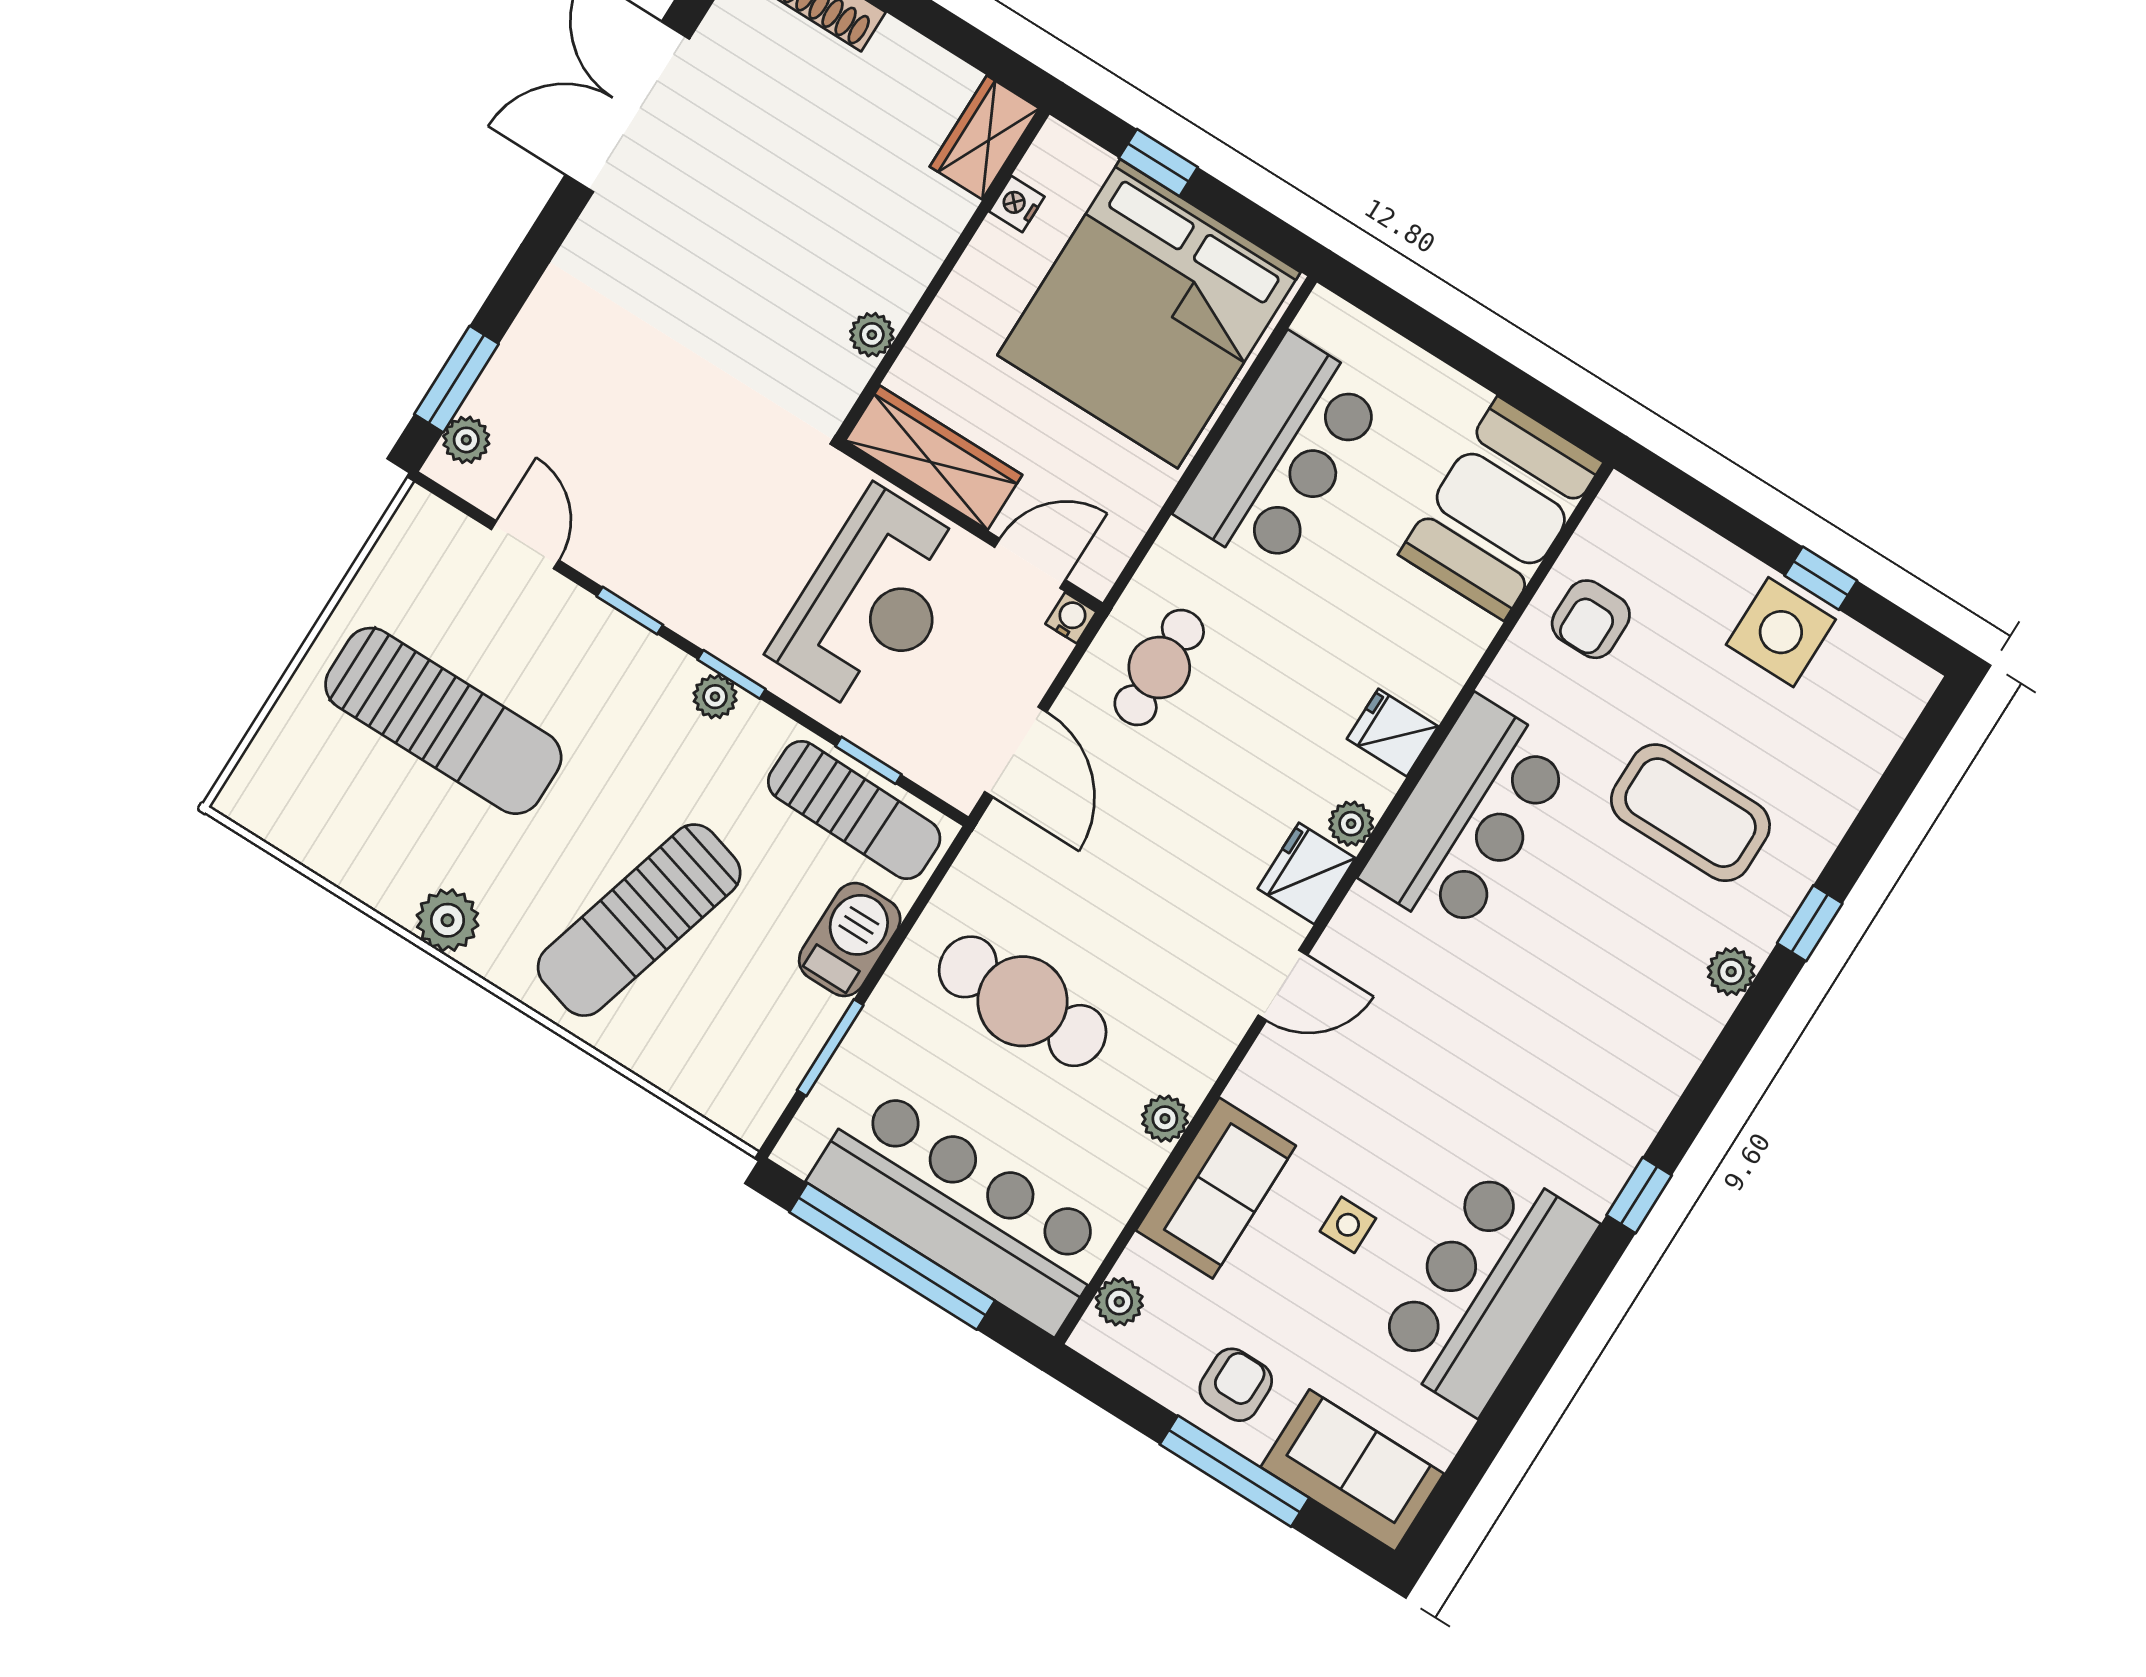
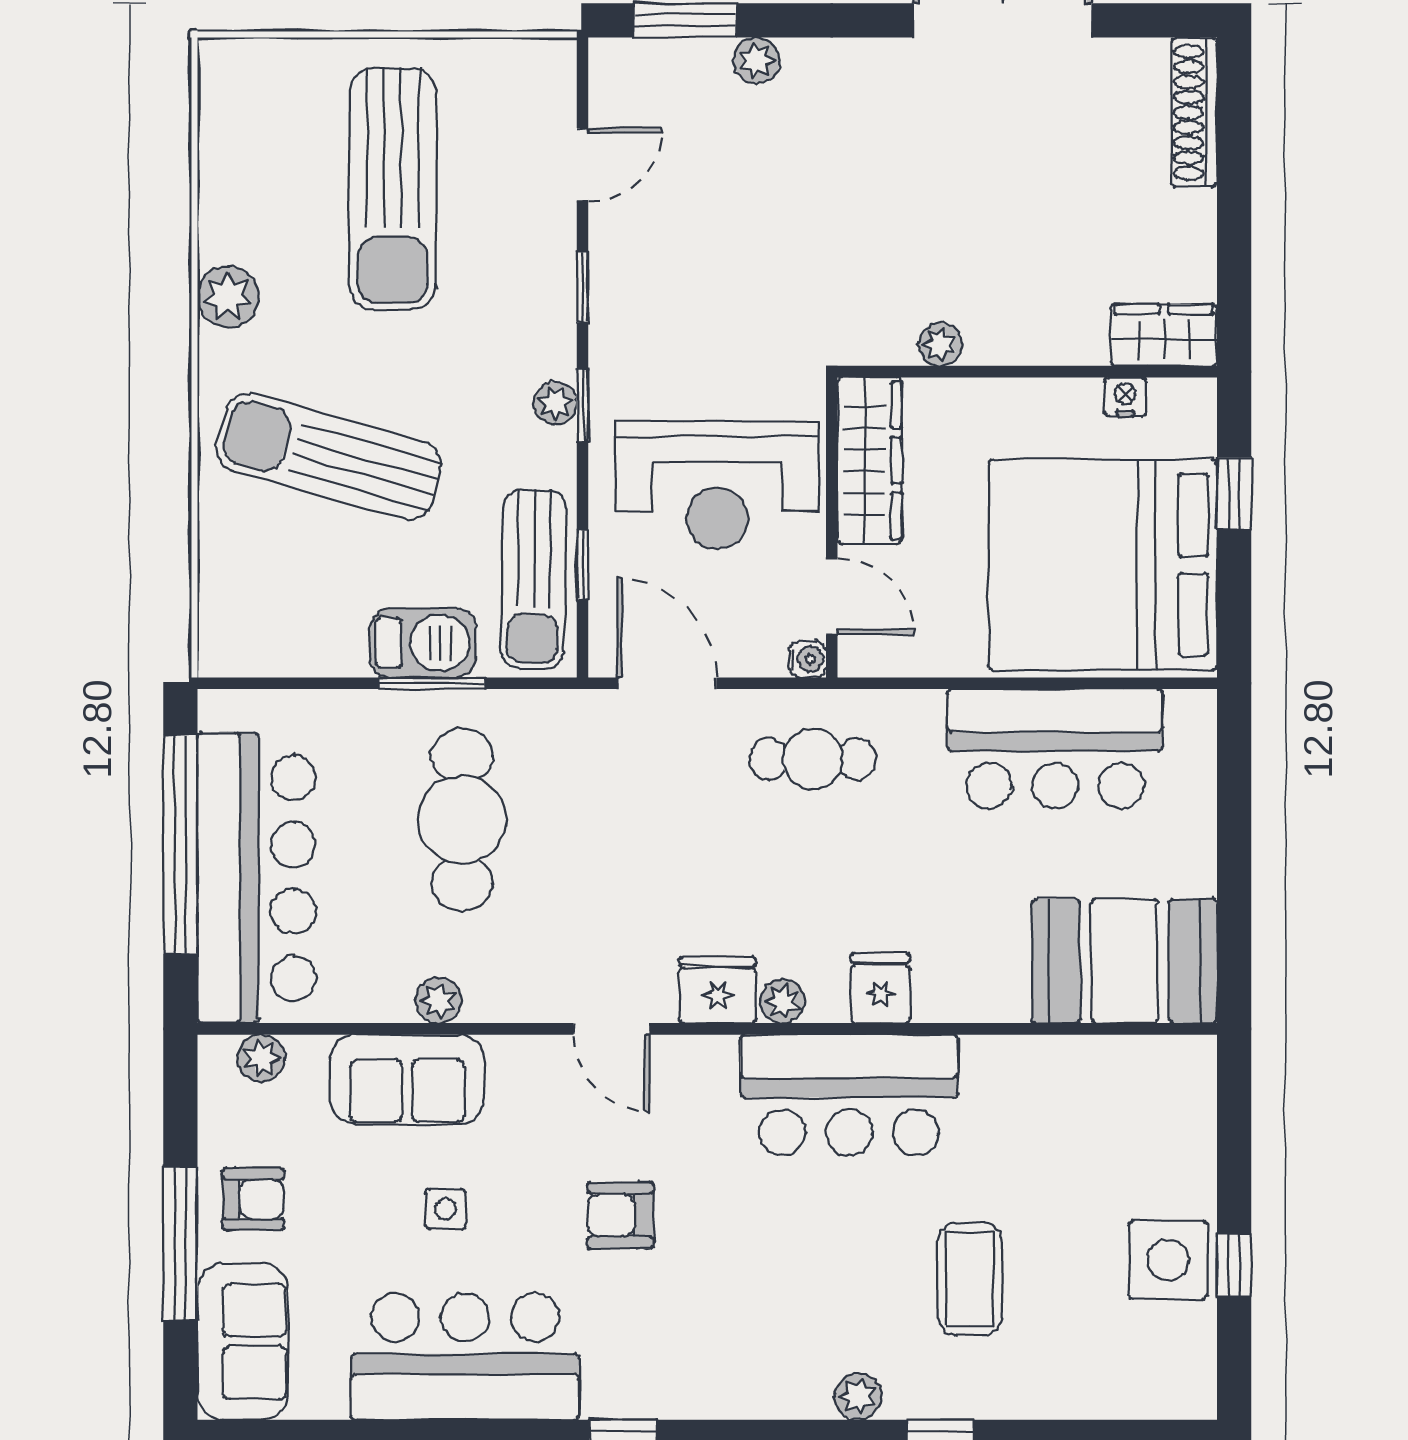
plant: (466, 440) -> (757, 60), moved
armchair: (1591, 619) -> (620, 1215), moved
door: (1016, 752) -> (667, 683), swing flipped
coffee table: (1690, 813) -> (970, 1279), width x0.73, depth x0.76
window: (830, 1048) -> (432, 683), moved

